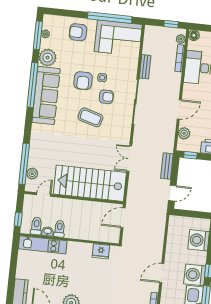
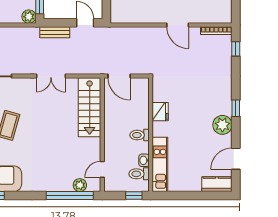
plant: (184, 133) -> (29, 17), moved
stairs: (90, 183) -> (90, 107), width x0.73, depth x0.66
door: (44, 194) -> (102, 169), hinge flipped
toilet: (60, 229) -> (140, 135), moved
fridge: (101, 251) -> (160, 112), moved

